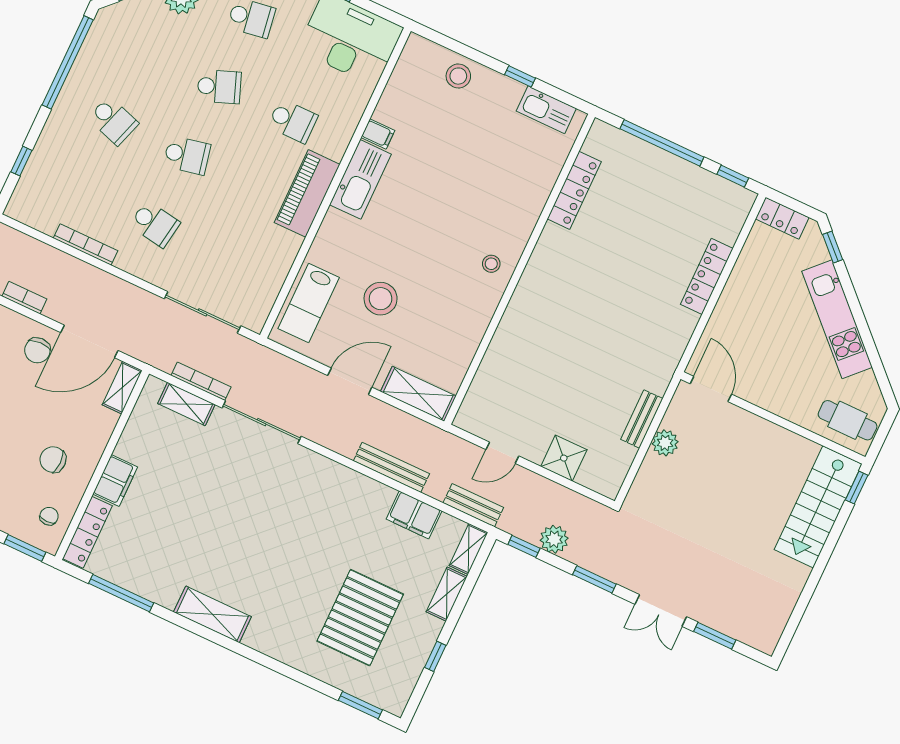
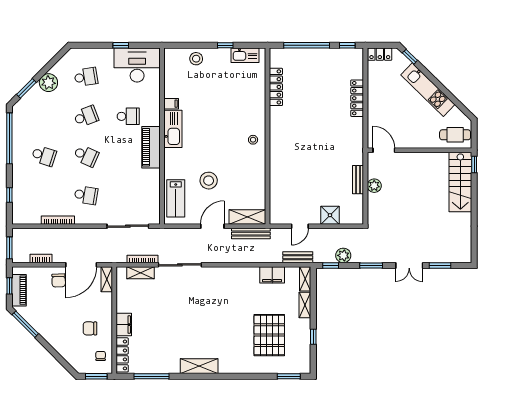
school desk: (187, 155) -> (86, 156), turned 36
bench: (391, 467) -> (251, 234), moved

